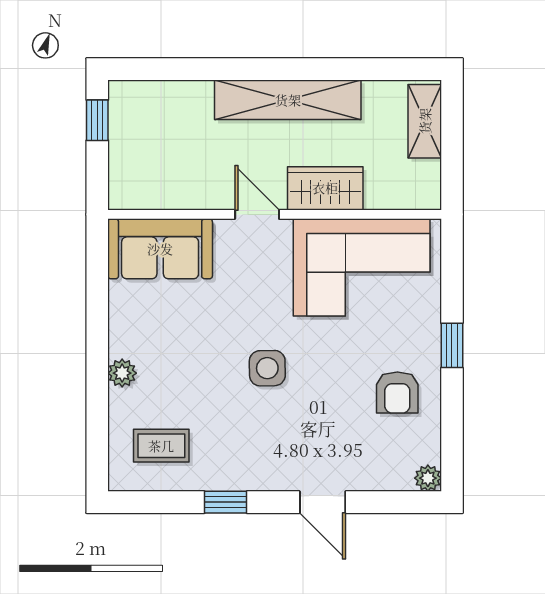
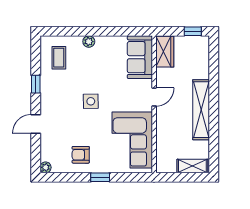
wardrobe: (325, 188) -> (165, 52), moved

